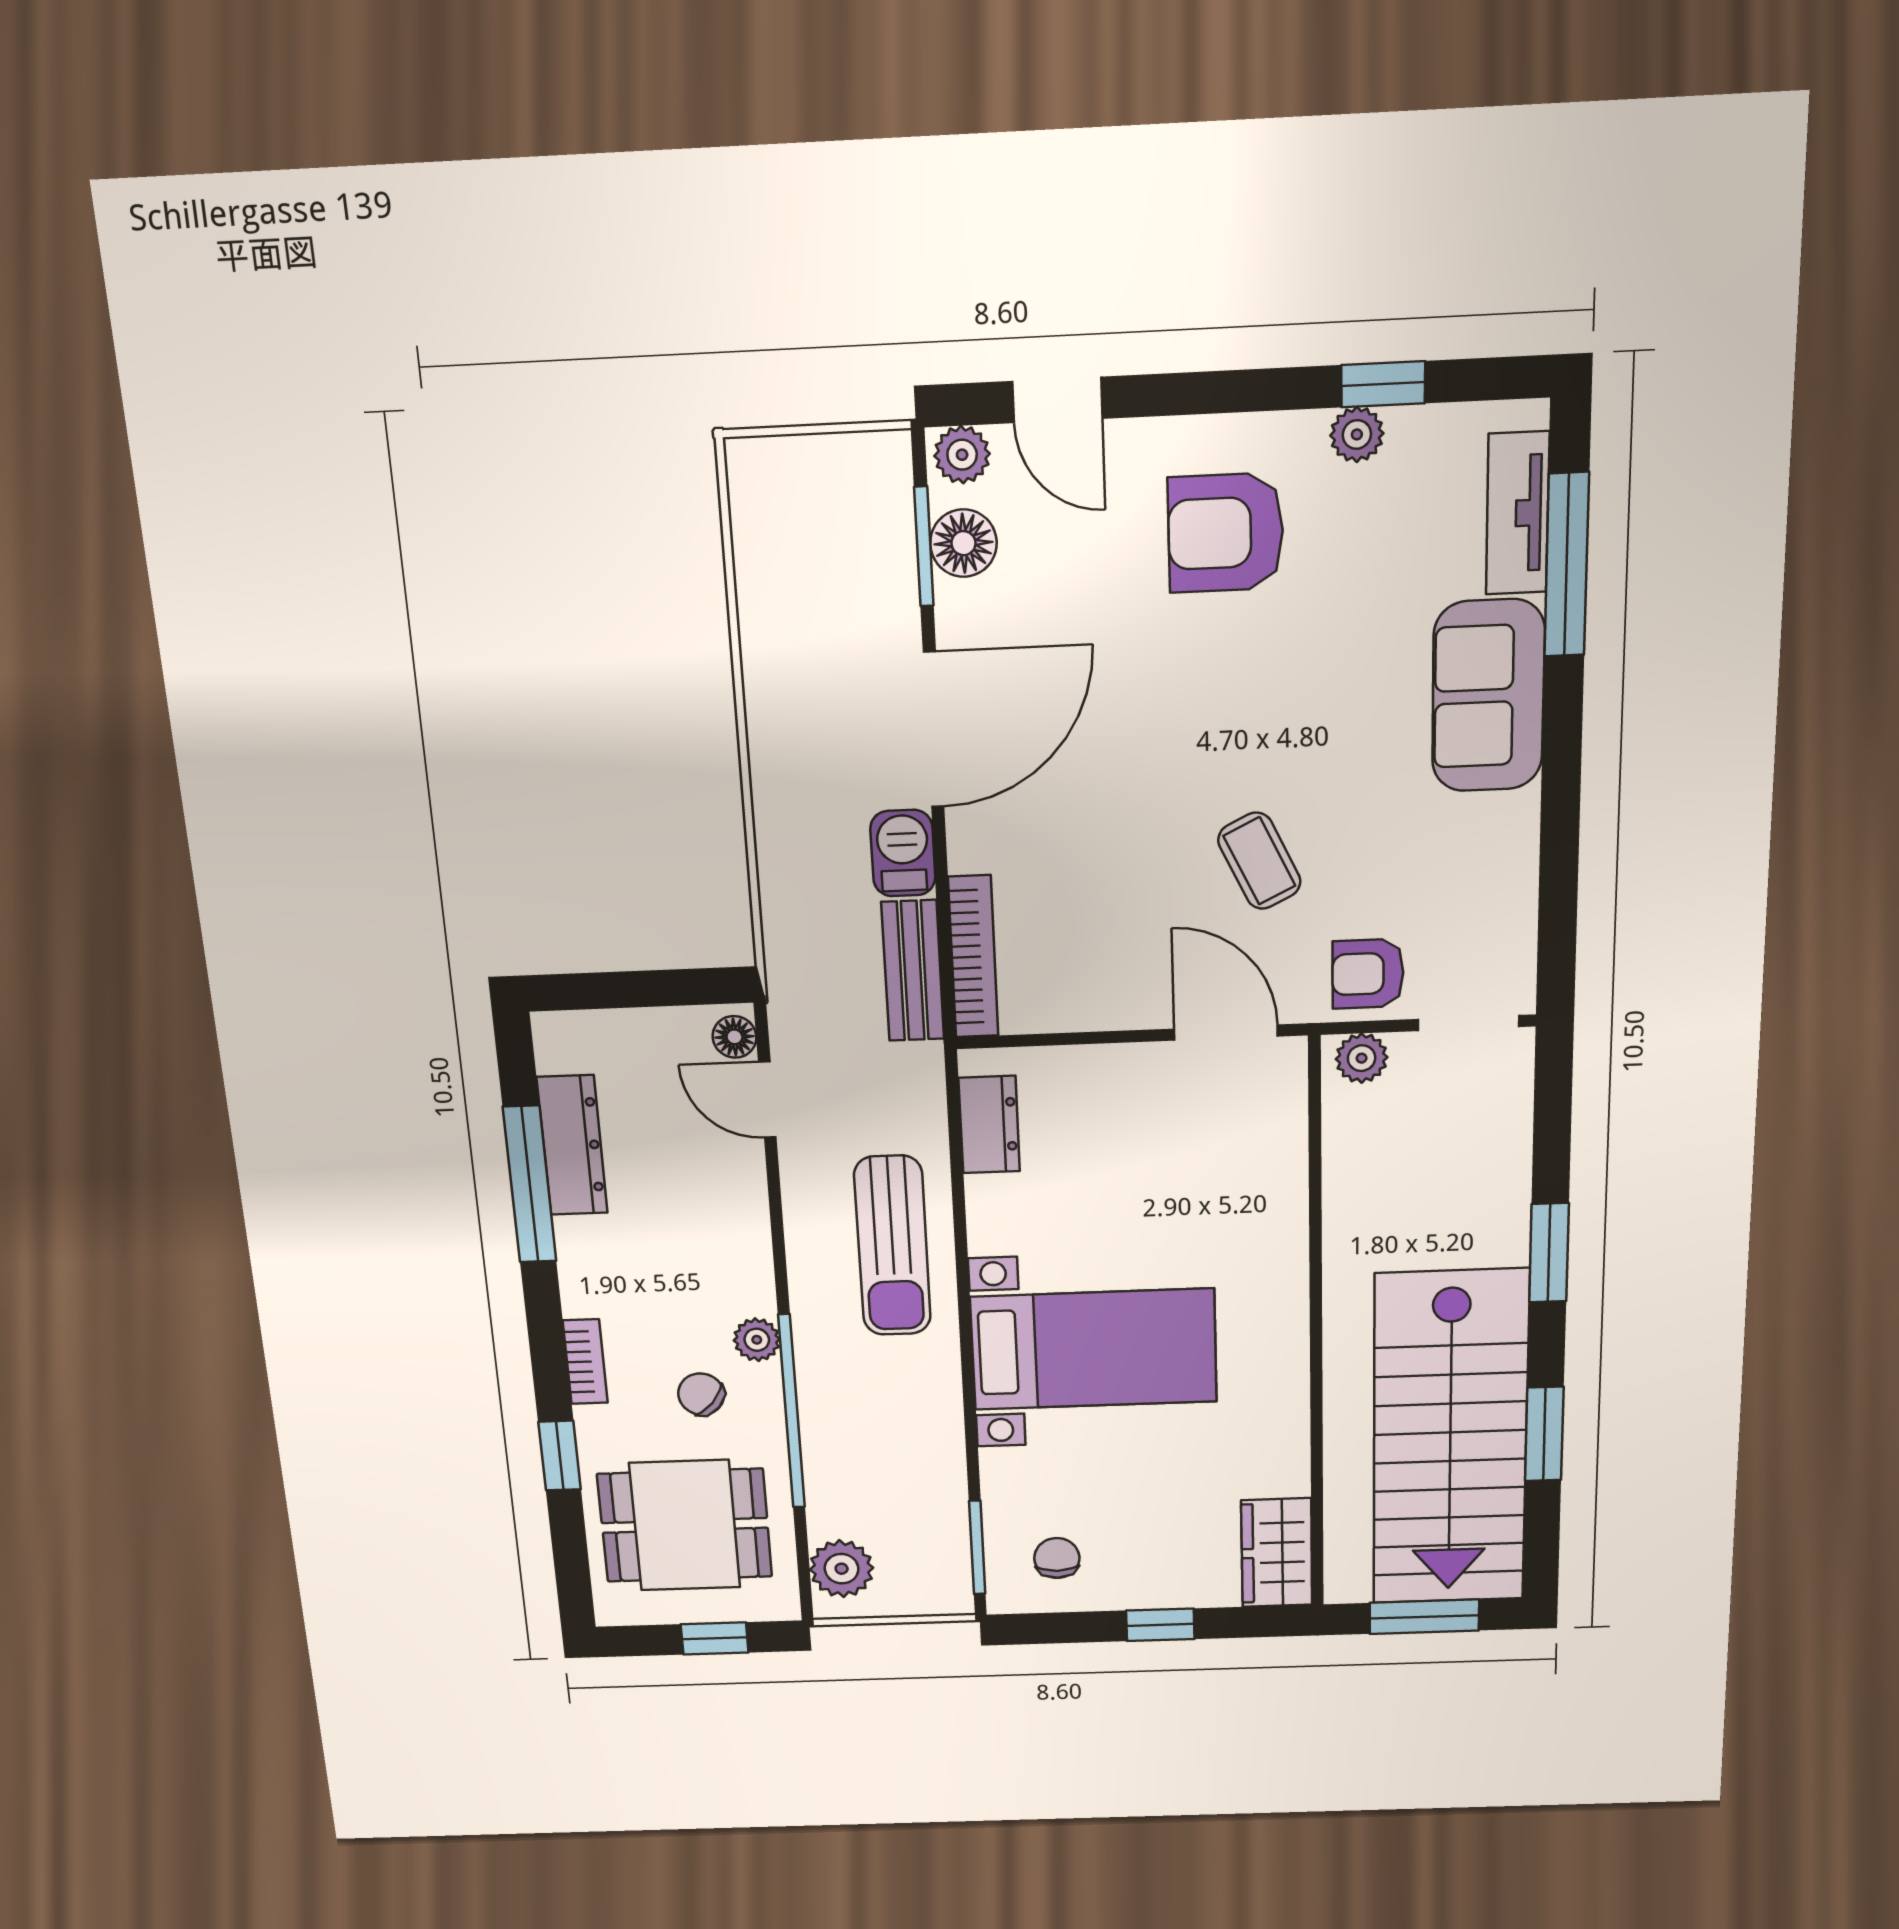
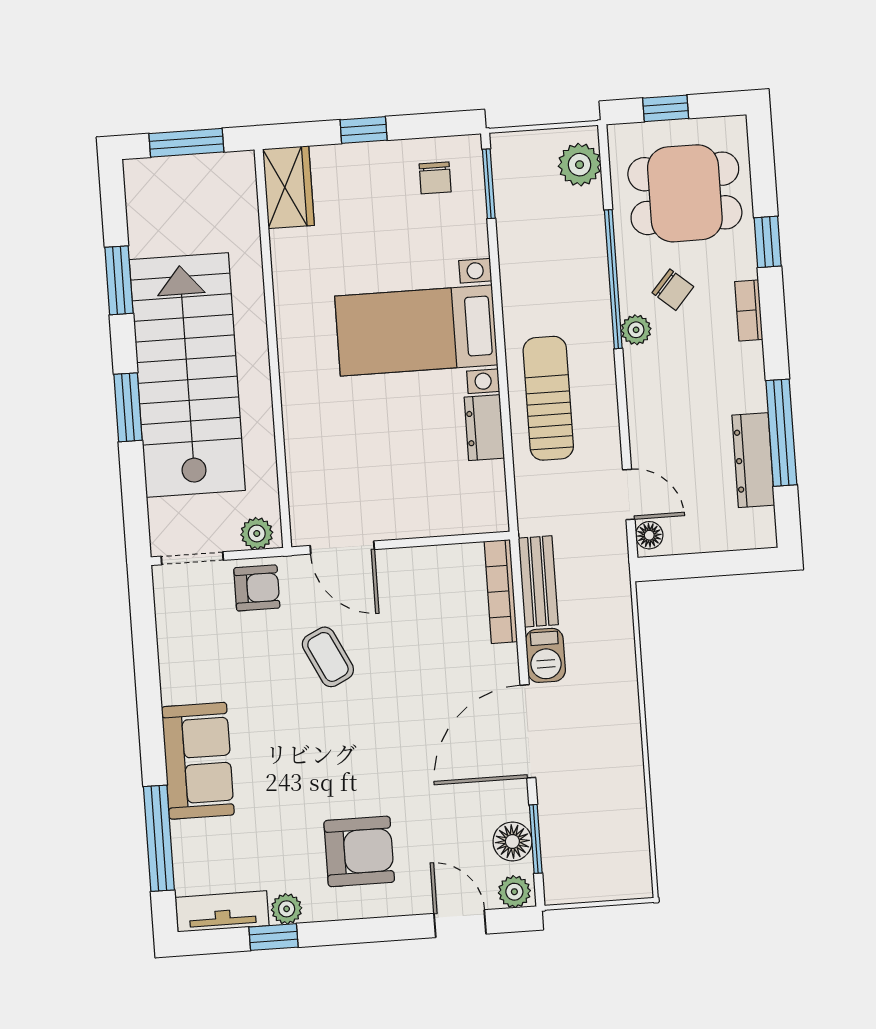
tv unit: (1517, 513) -> (222, 911), moved, turned -90
dresser: (989, 1125) -> (484, 428), moved
stairs: (1450, 1439) -> (187, 375), moved

